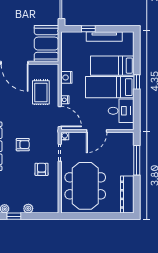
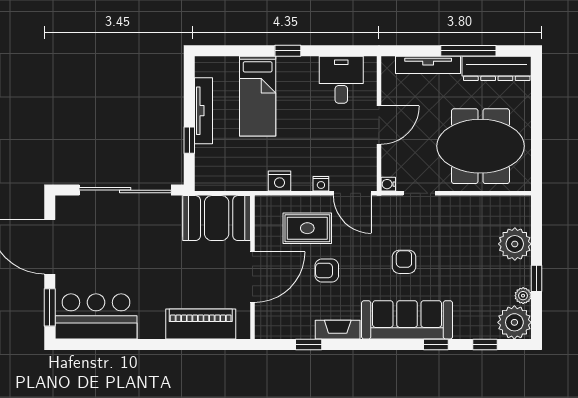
bed: (110, 87) -> (297, 101), removed
door: (60, 117) -> (352, 193), swing flipped
door: (97, 131) -> (379, 125), hinge flipped
tv unit: (129, 158) -> (428, 65), added
window: (137, 160) -> (468, 51), moved
armchair: (42, 169) -> (327, 270), moved
plant: (28, 208) -> (515, 244), width x1.87, depth x1.87

